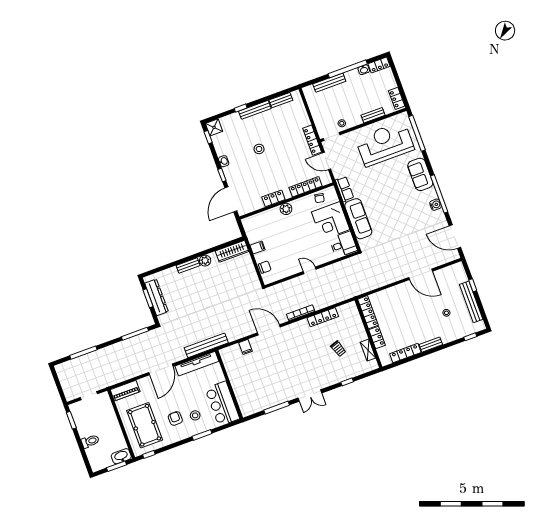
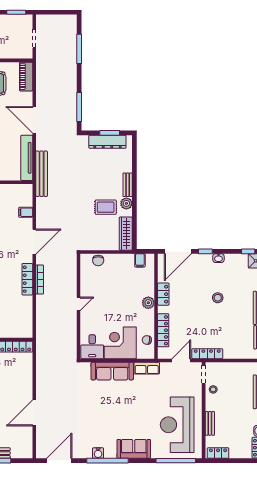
reception desk: (385, 144) -> (177, 425), turned 180
door: (231, 199) -> (178, 251), swing flipped
filing cabinet: (258, 247) -> (140, 260), moved
rug: (215, 278) -> (106, 207), added
locker: (323, 317) -> (27, 279), moved

